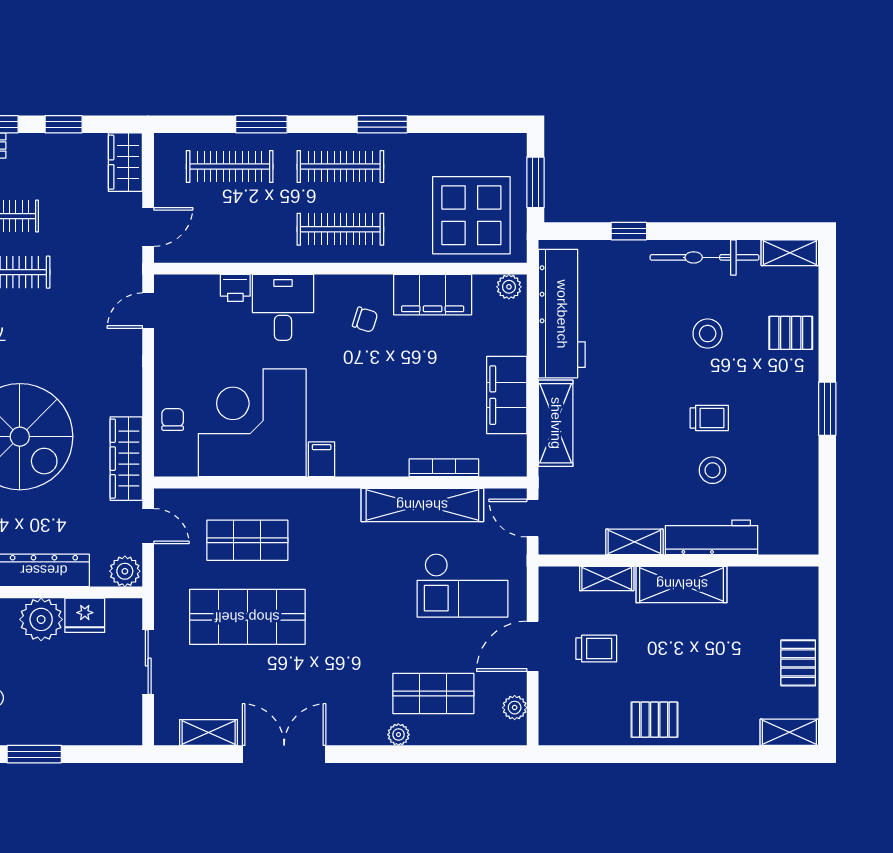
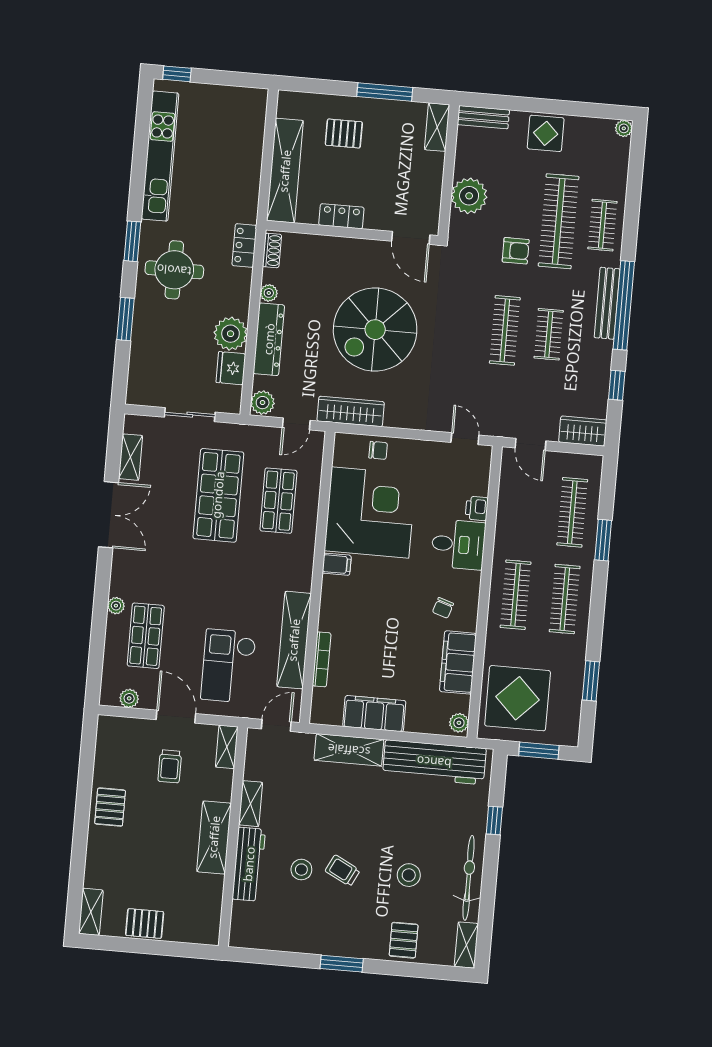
window: (382, 124) -> (591, 681), moved
trolley: (709, 418) -> (343, 871), turned 117
shelving: (607, 578) -> (227, 747), moved

